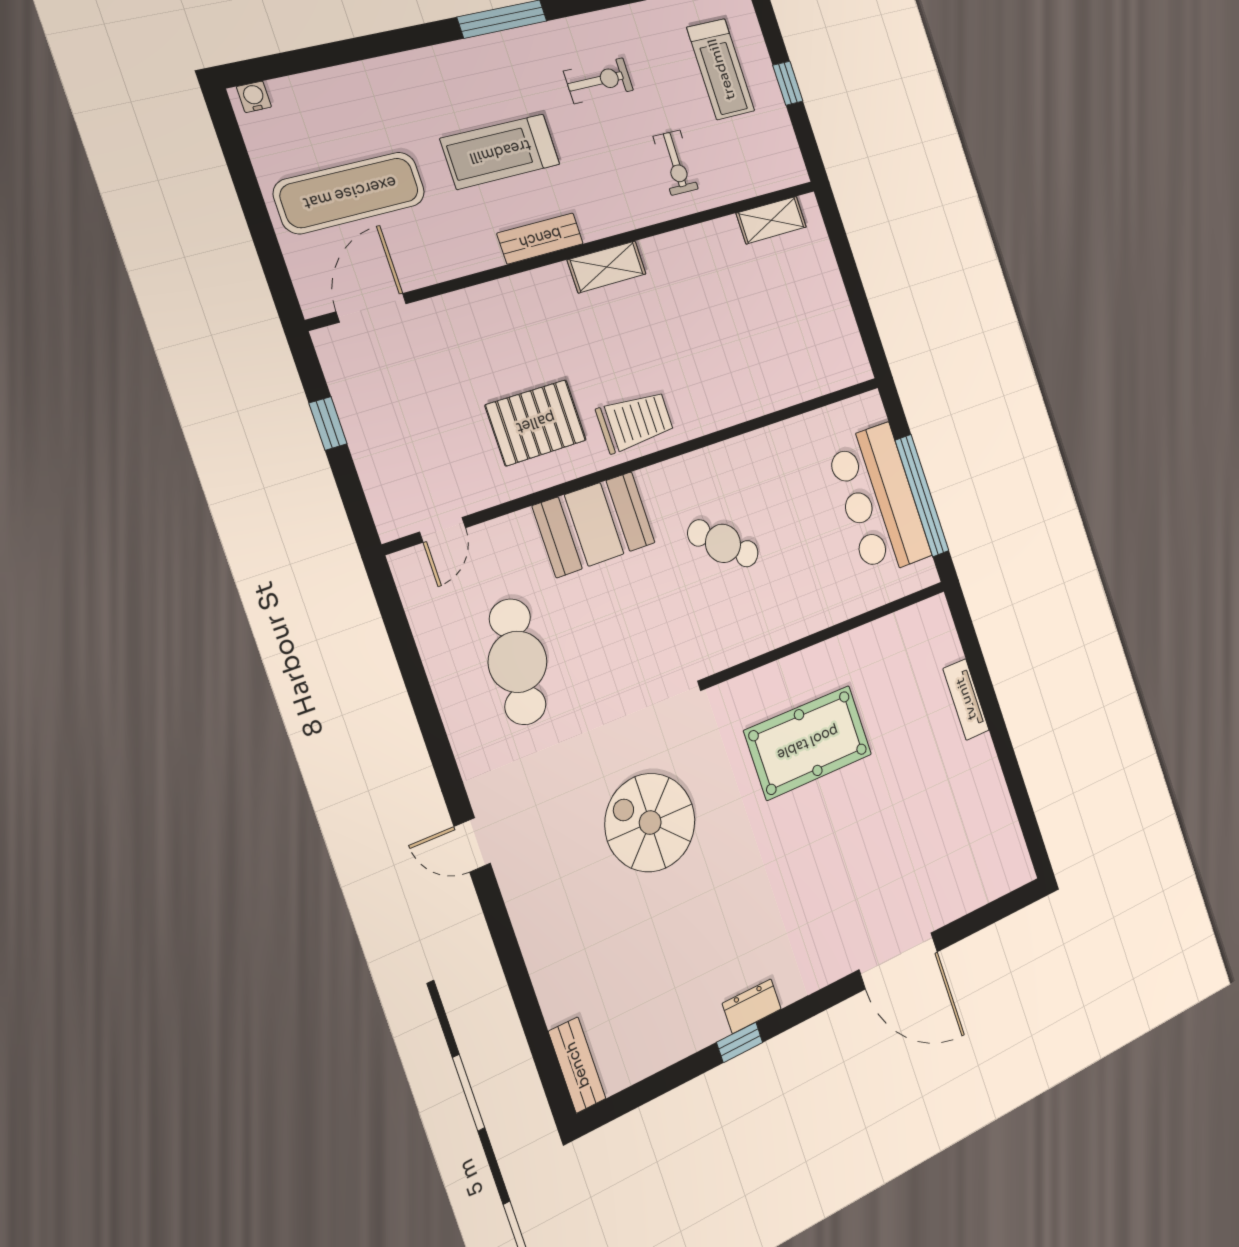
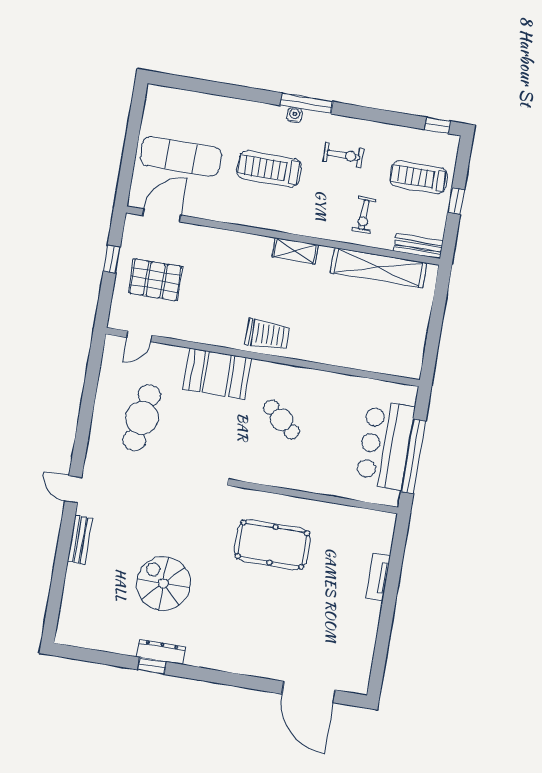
treadmill: (721, 69) -> (419, 177), turned 90
water cooler: (254, 97) -> (295, 115), moved
shelving: (771, 220) -> (379, 268), width x2.20, depth x1.33
bench: (540, 238) -> (418, 246), moved
pallet: (536, 423) -> (155, 280), moved
spiral stairs: (650, 823) -> (163, 584), moved
door: (898, 961) -> (309, 692), moved
dresser: (752, 1006) -> (161, 652), width x1.44
bench: (577, 1065) -> (80, 540), moved

